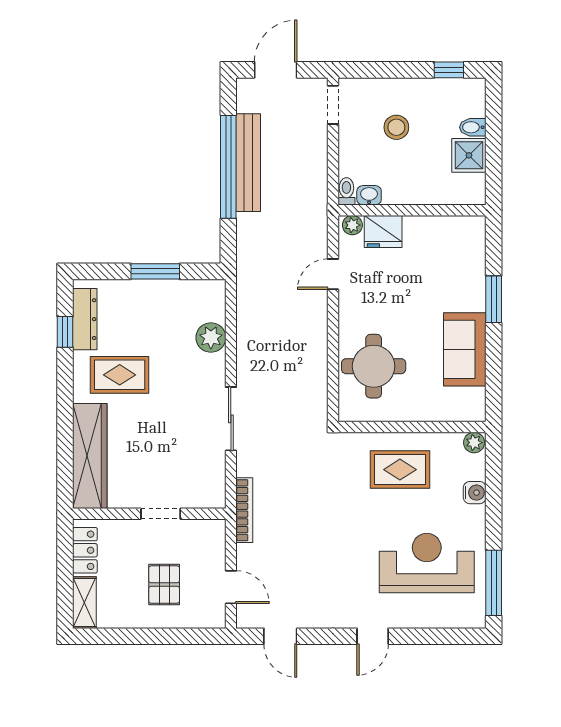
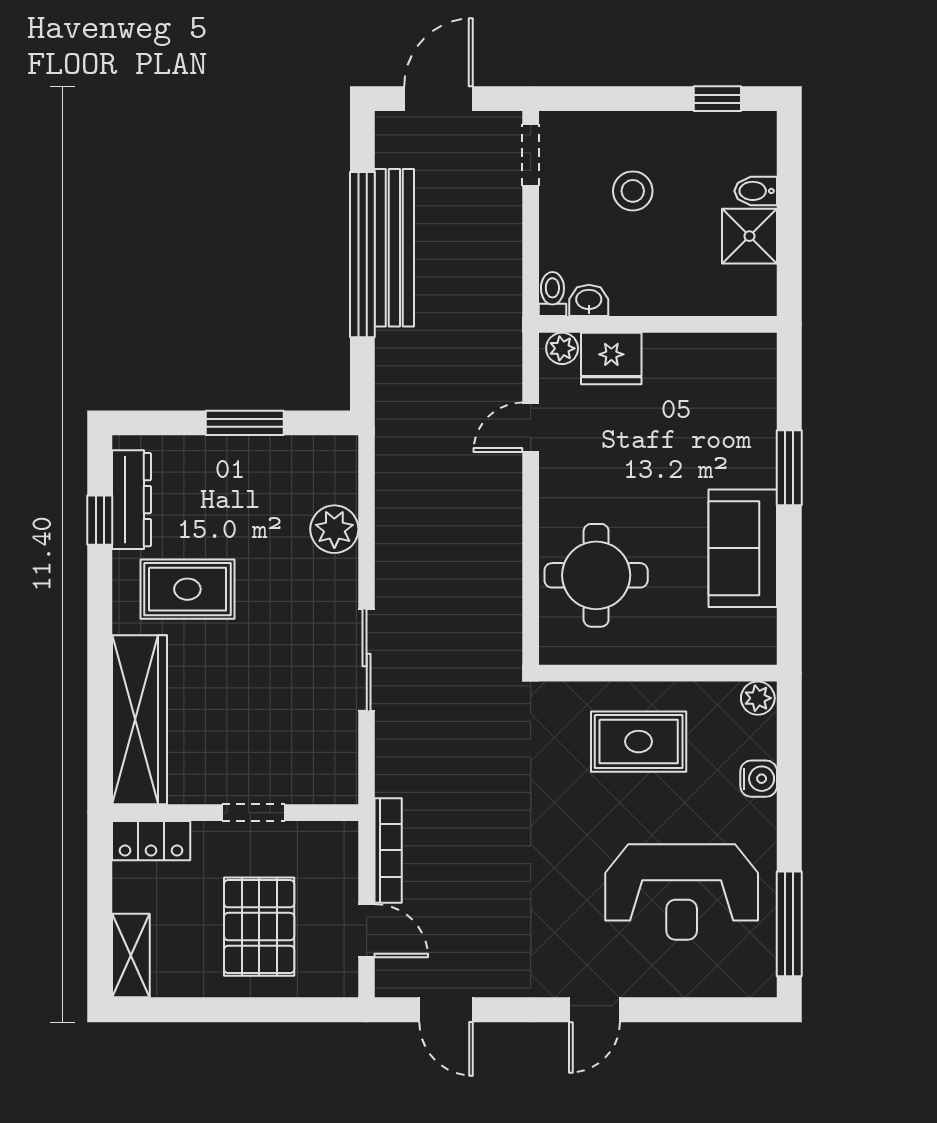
bookcase: (244, 510) -> (388, 850), moved
locker: (85, 550) -> (151, 841), moved, turned 90
reception desk: (427, 563) -> (682, 892), turned 180
pallet: (164, 585) -> (259, 927), width x1.50, depth x1.42

